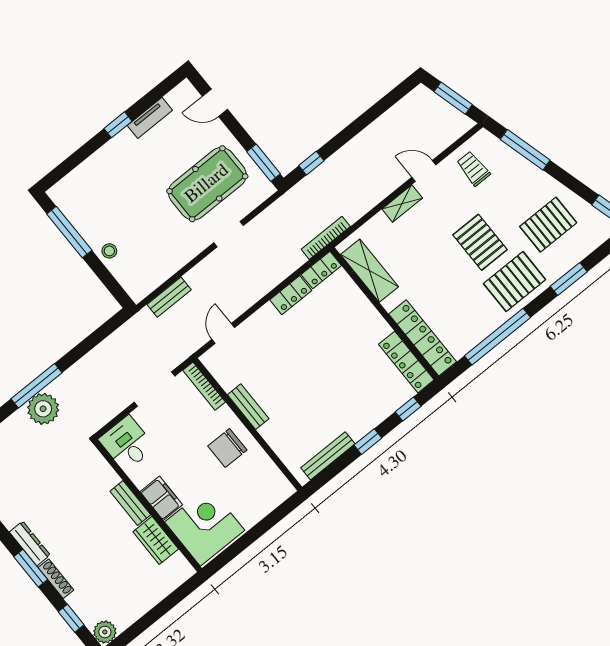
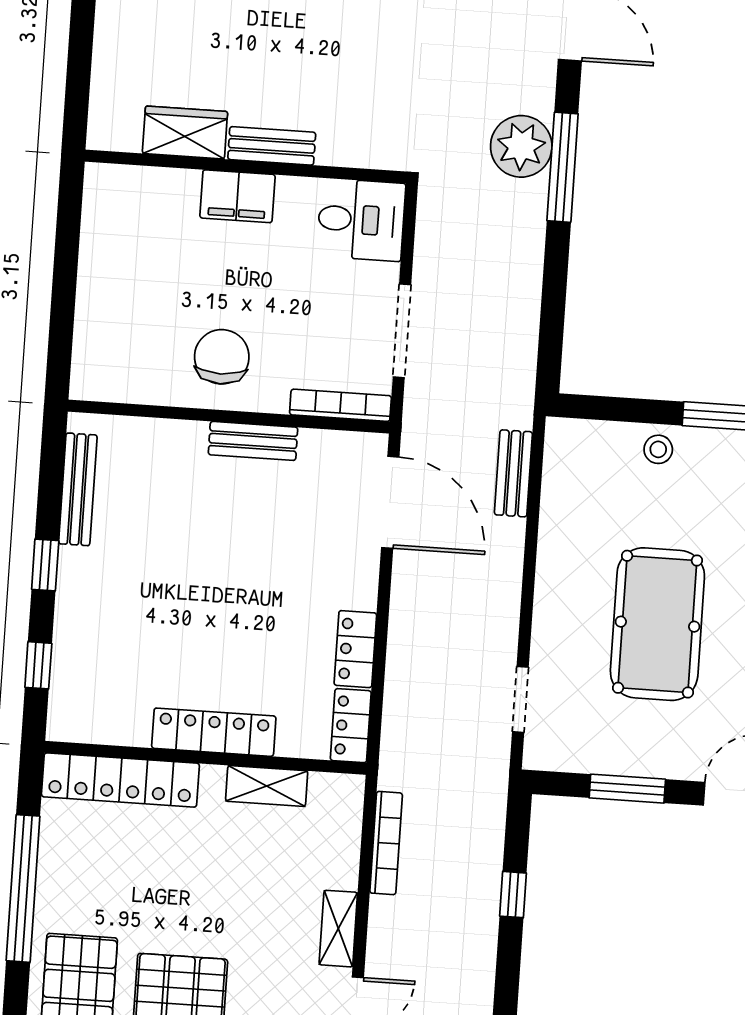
window: (264, 163) -> (627, 789), moved
window: (311, 163) -> (513, 895), moved
pool table: (207, 184) -> (657, 624), moved
doorway: (229, 234) -> (520, 699), moved
bookcase: (326, 238) -> (386, 843), moved
shelving: (369, 271) -> (267, 786), width x0.67, depth x0.75
door: (223, 333) -> (390, 502), width x1.87
locker: (406, 362) -> (214, 732), moved
corner desk: (205, 526) -> (141, 221), removed

